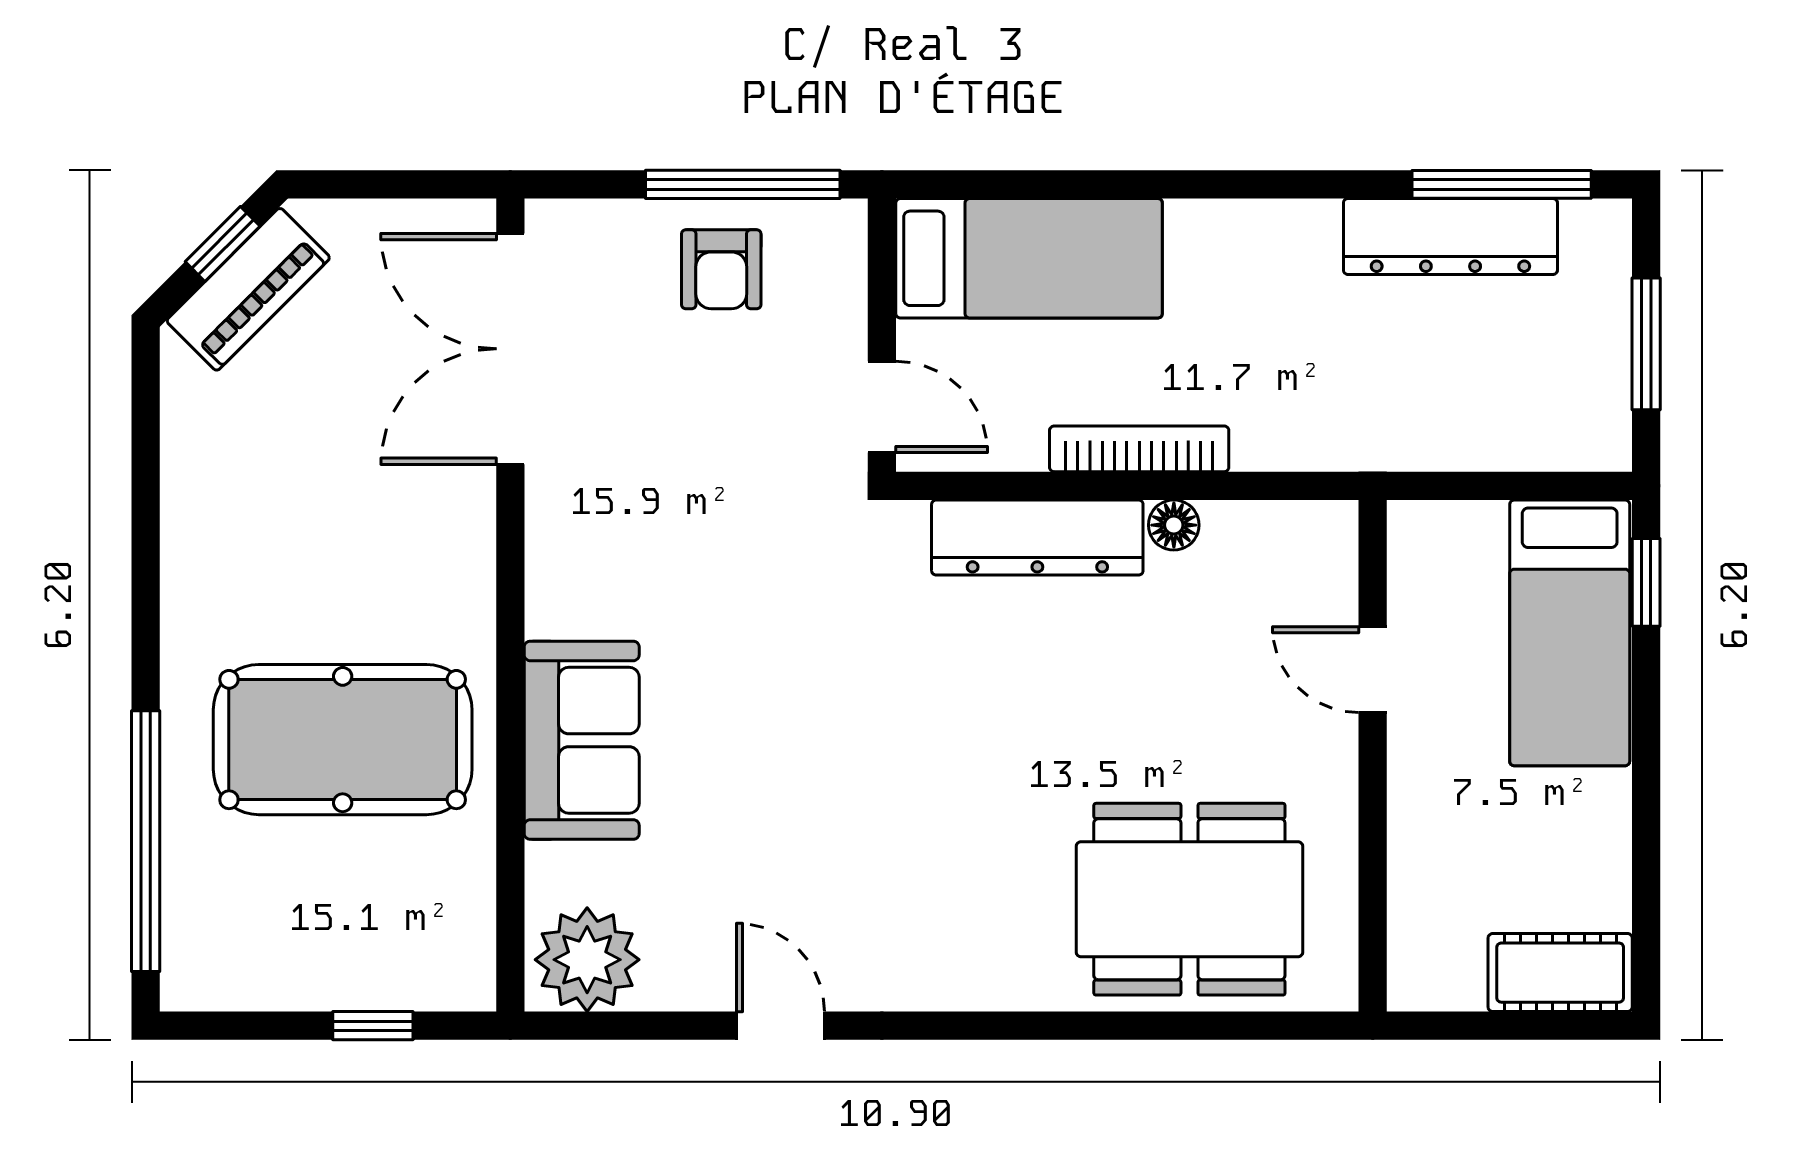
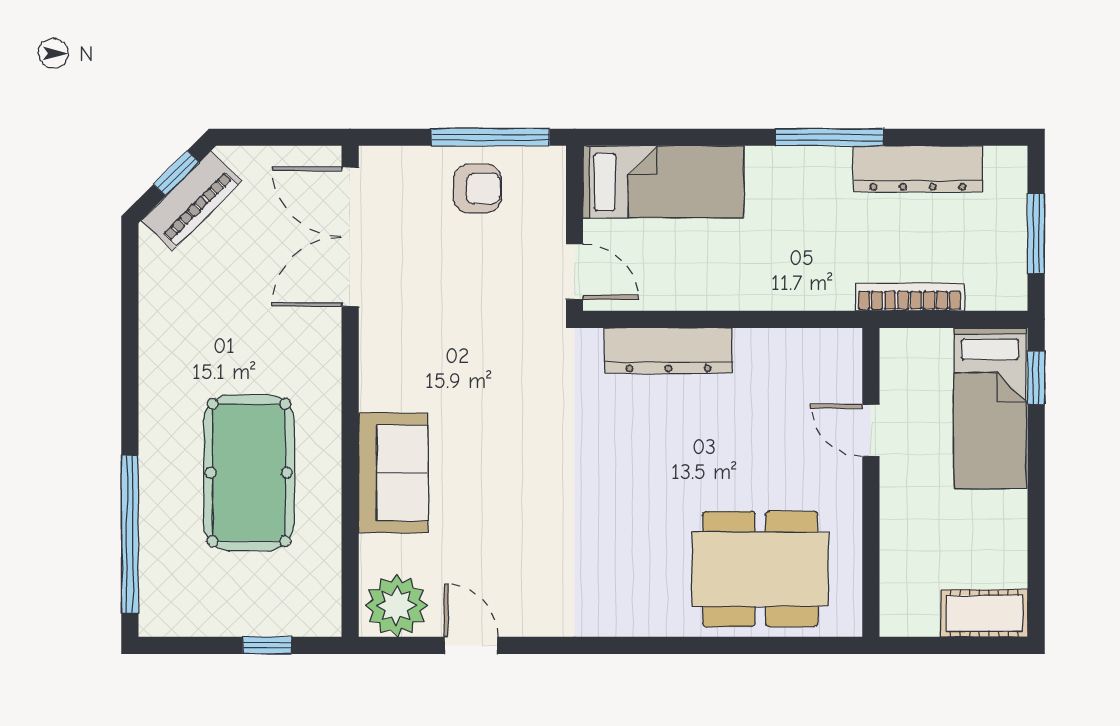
window: (1502, 184) -> (829, 137), moved
armchair: (721, 269) -> (478, 189), turned -90
bookcase: (1139, 449) -> (910, 297), moved
floor lamp: (1174, 525) -> (751, 343), removed
pool table: (343, 740) -> (249, 473), turned 90
door: (780, 1026) -> (471, 645), moved

